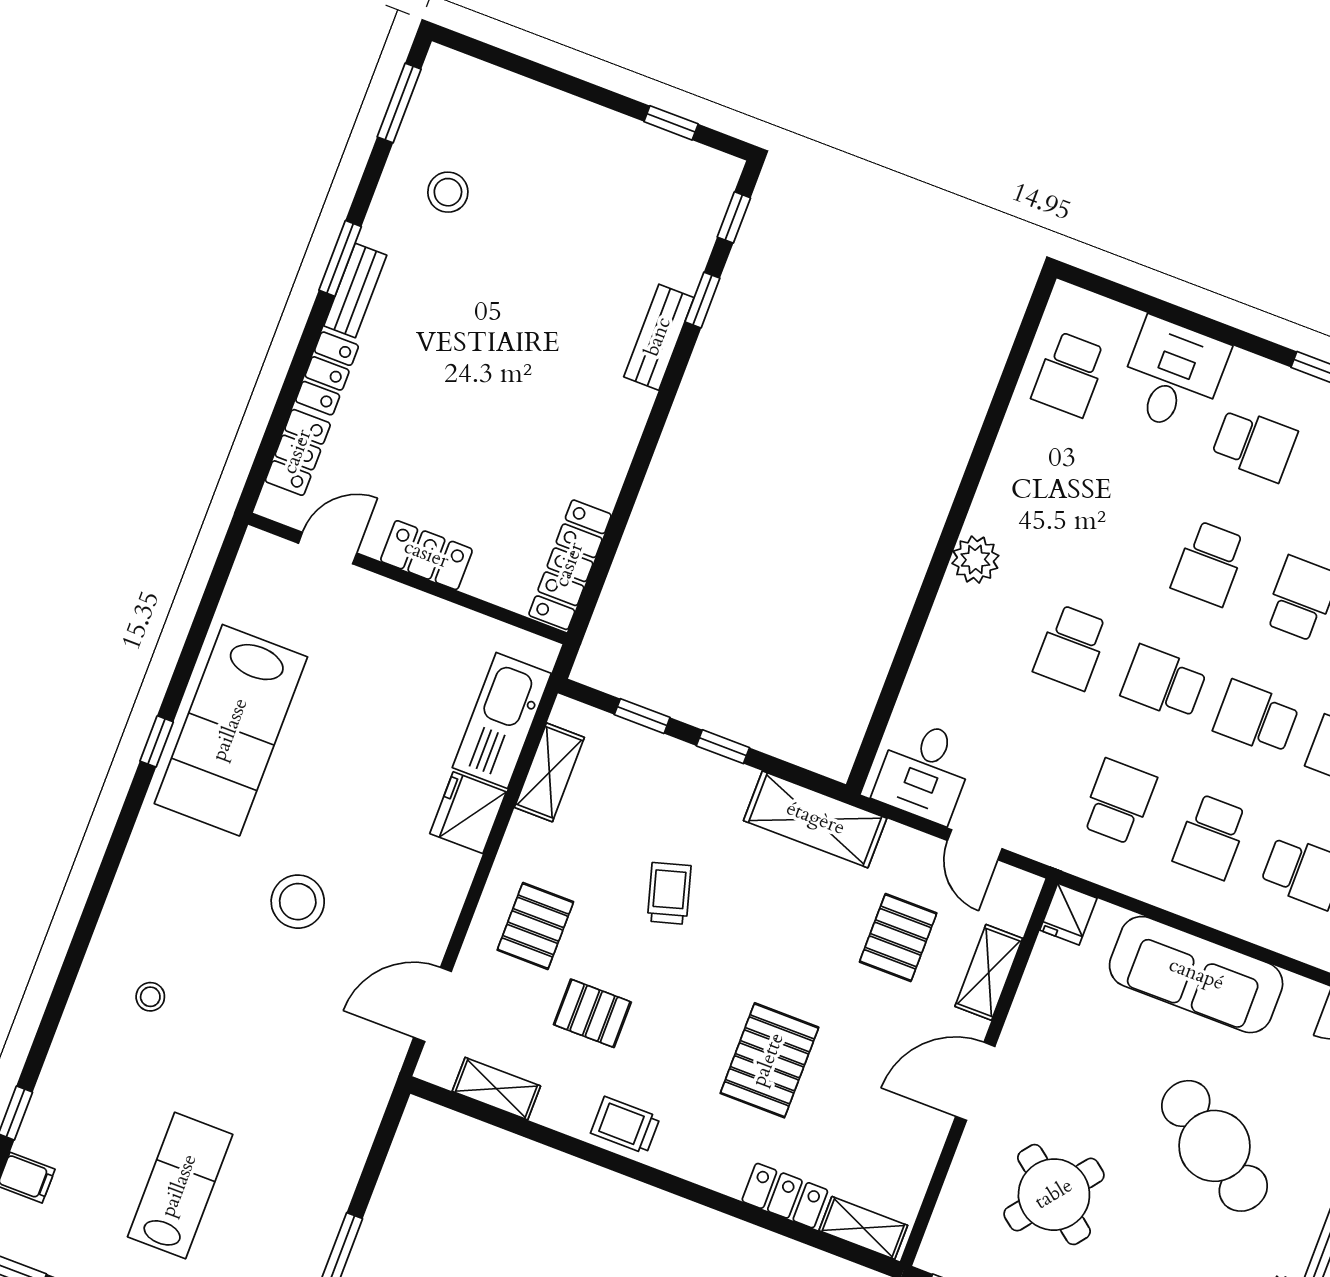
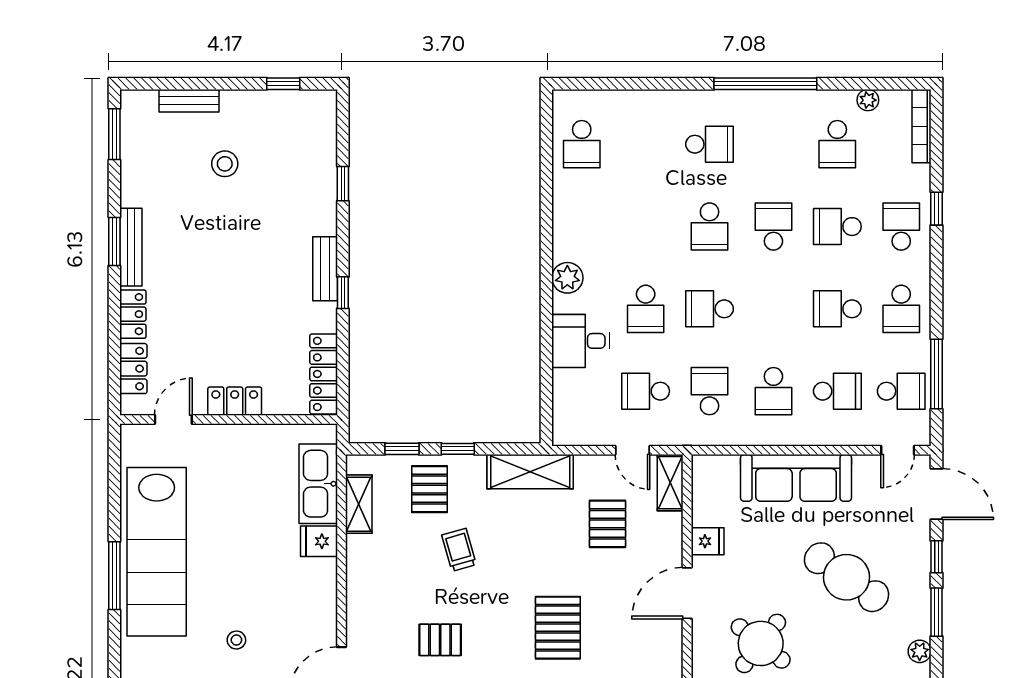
bench: (525, 96) -> (189, 101), added
stool: (448, 192) -> (225, 164), moved
window: (734, 217) -> (343, 293), moved
bench: (355, 291) -> (131, 247), width x1.36
bench: (659, 337) -> (325, 269), moved
desk: (1173, 375) -> (644, 121), removed
school desk: (1256, 718) -> (646, 391), moved
lab bench: (231, 730) -> (157, 552), width x1.36
window: (157, 741) -> (114, 576), width x2.17
desk: (924, 771) -> (581, 341), moved, turned 90
fridge: (468, 813) -> (319, 541), width x0.72
stool: (298, 902) -> (236, 640), width x0.53, depth x0.53
fridge: (1068, 914) -> (708, 541), moved, turned -90
pallet: (535, 926) -> (430, 489), moved
shelving: (989, 972) -> (670, 483), moved

